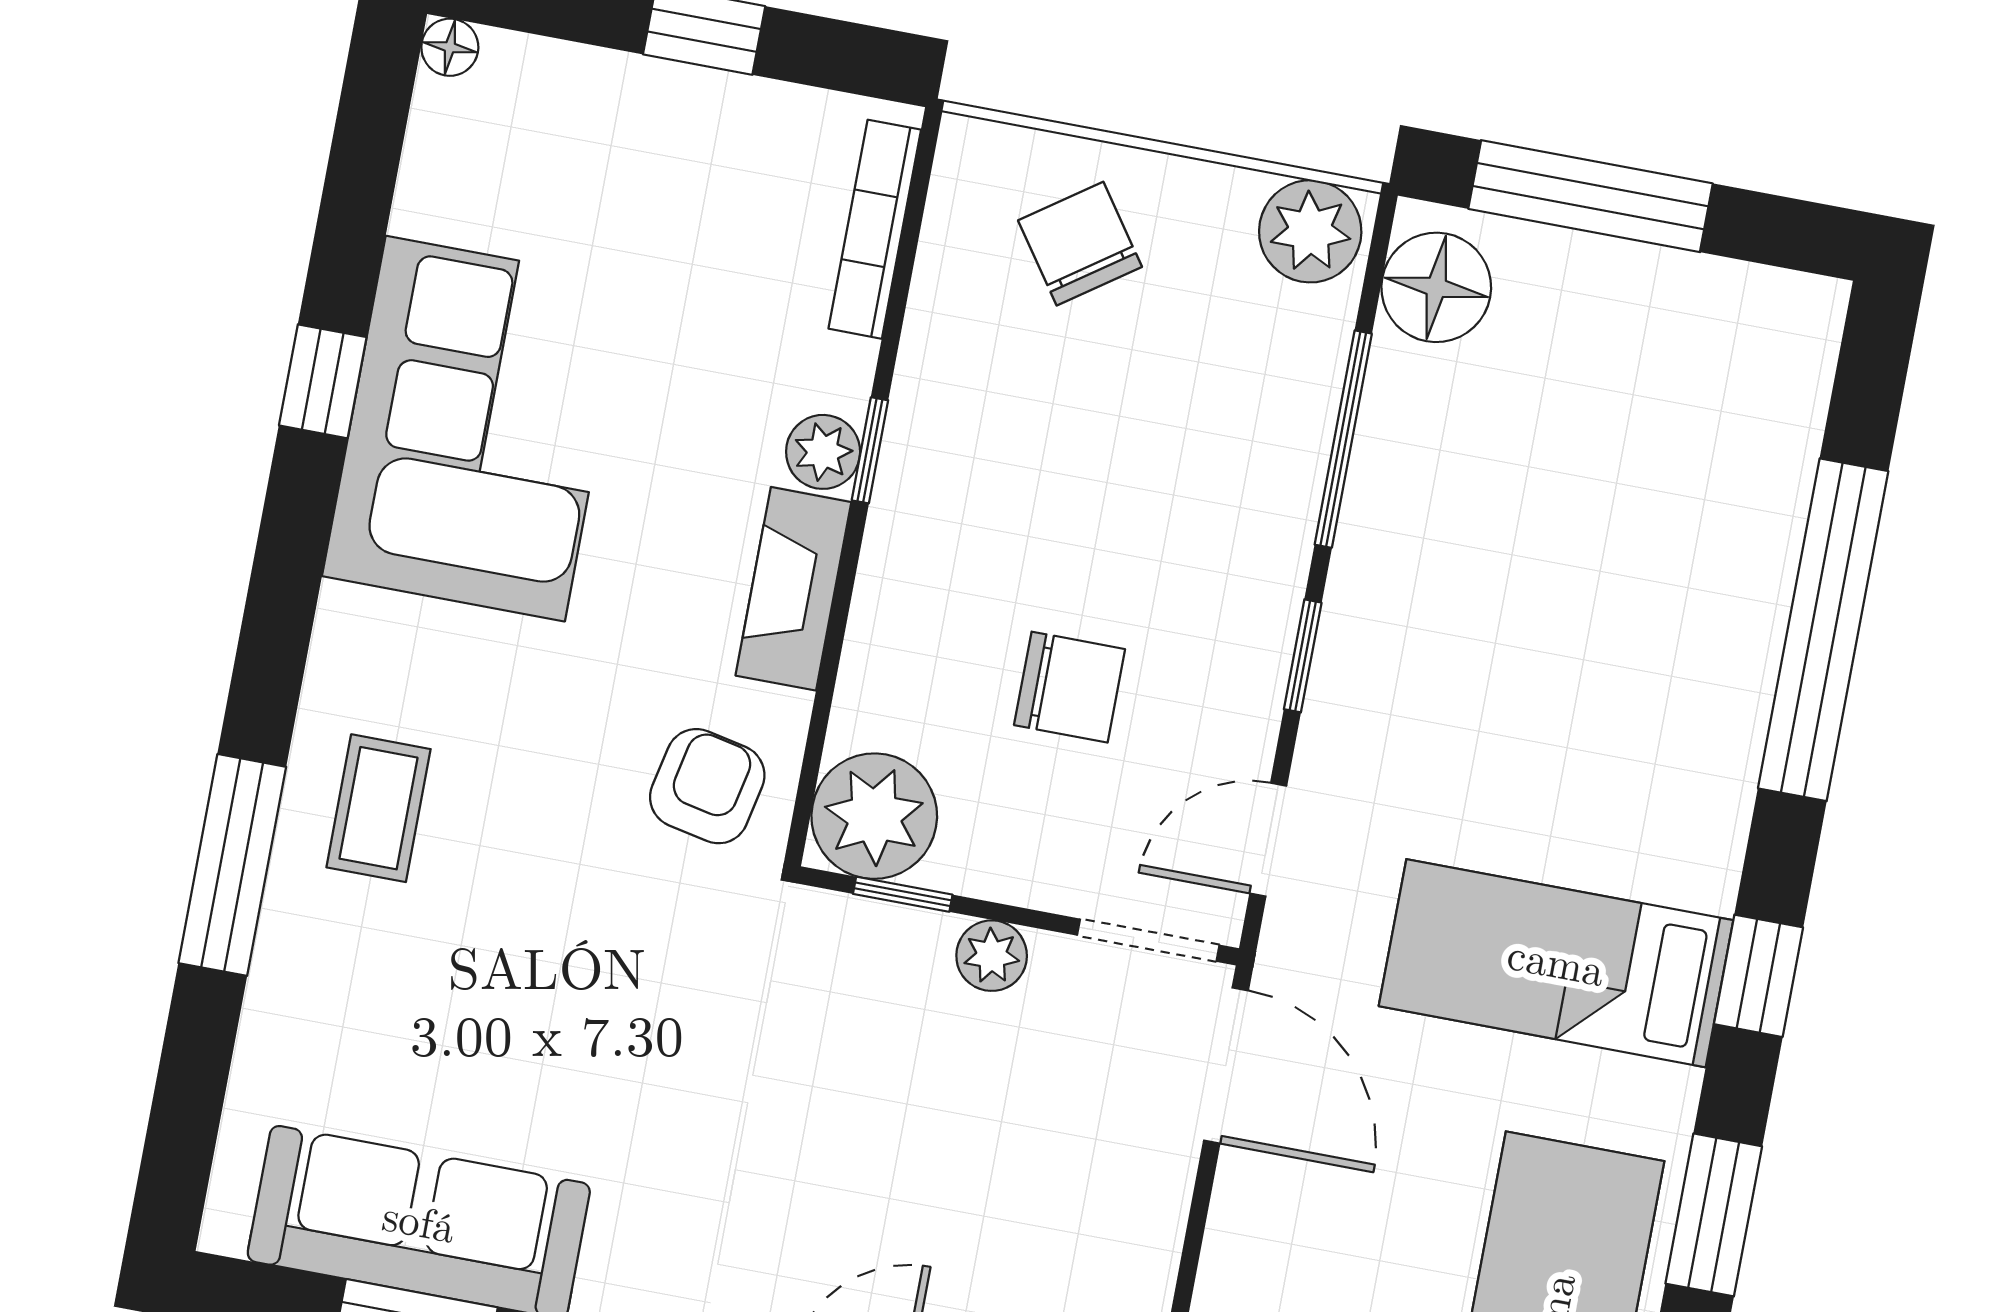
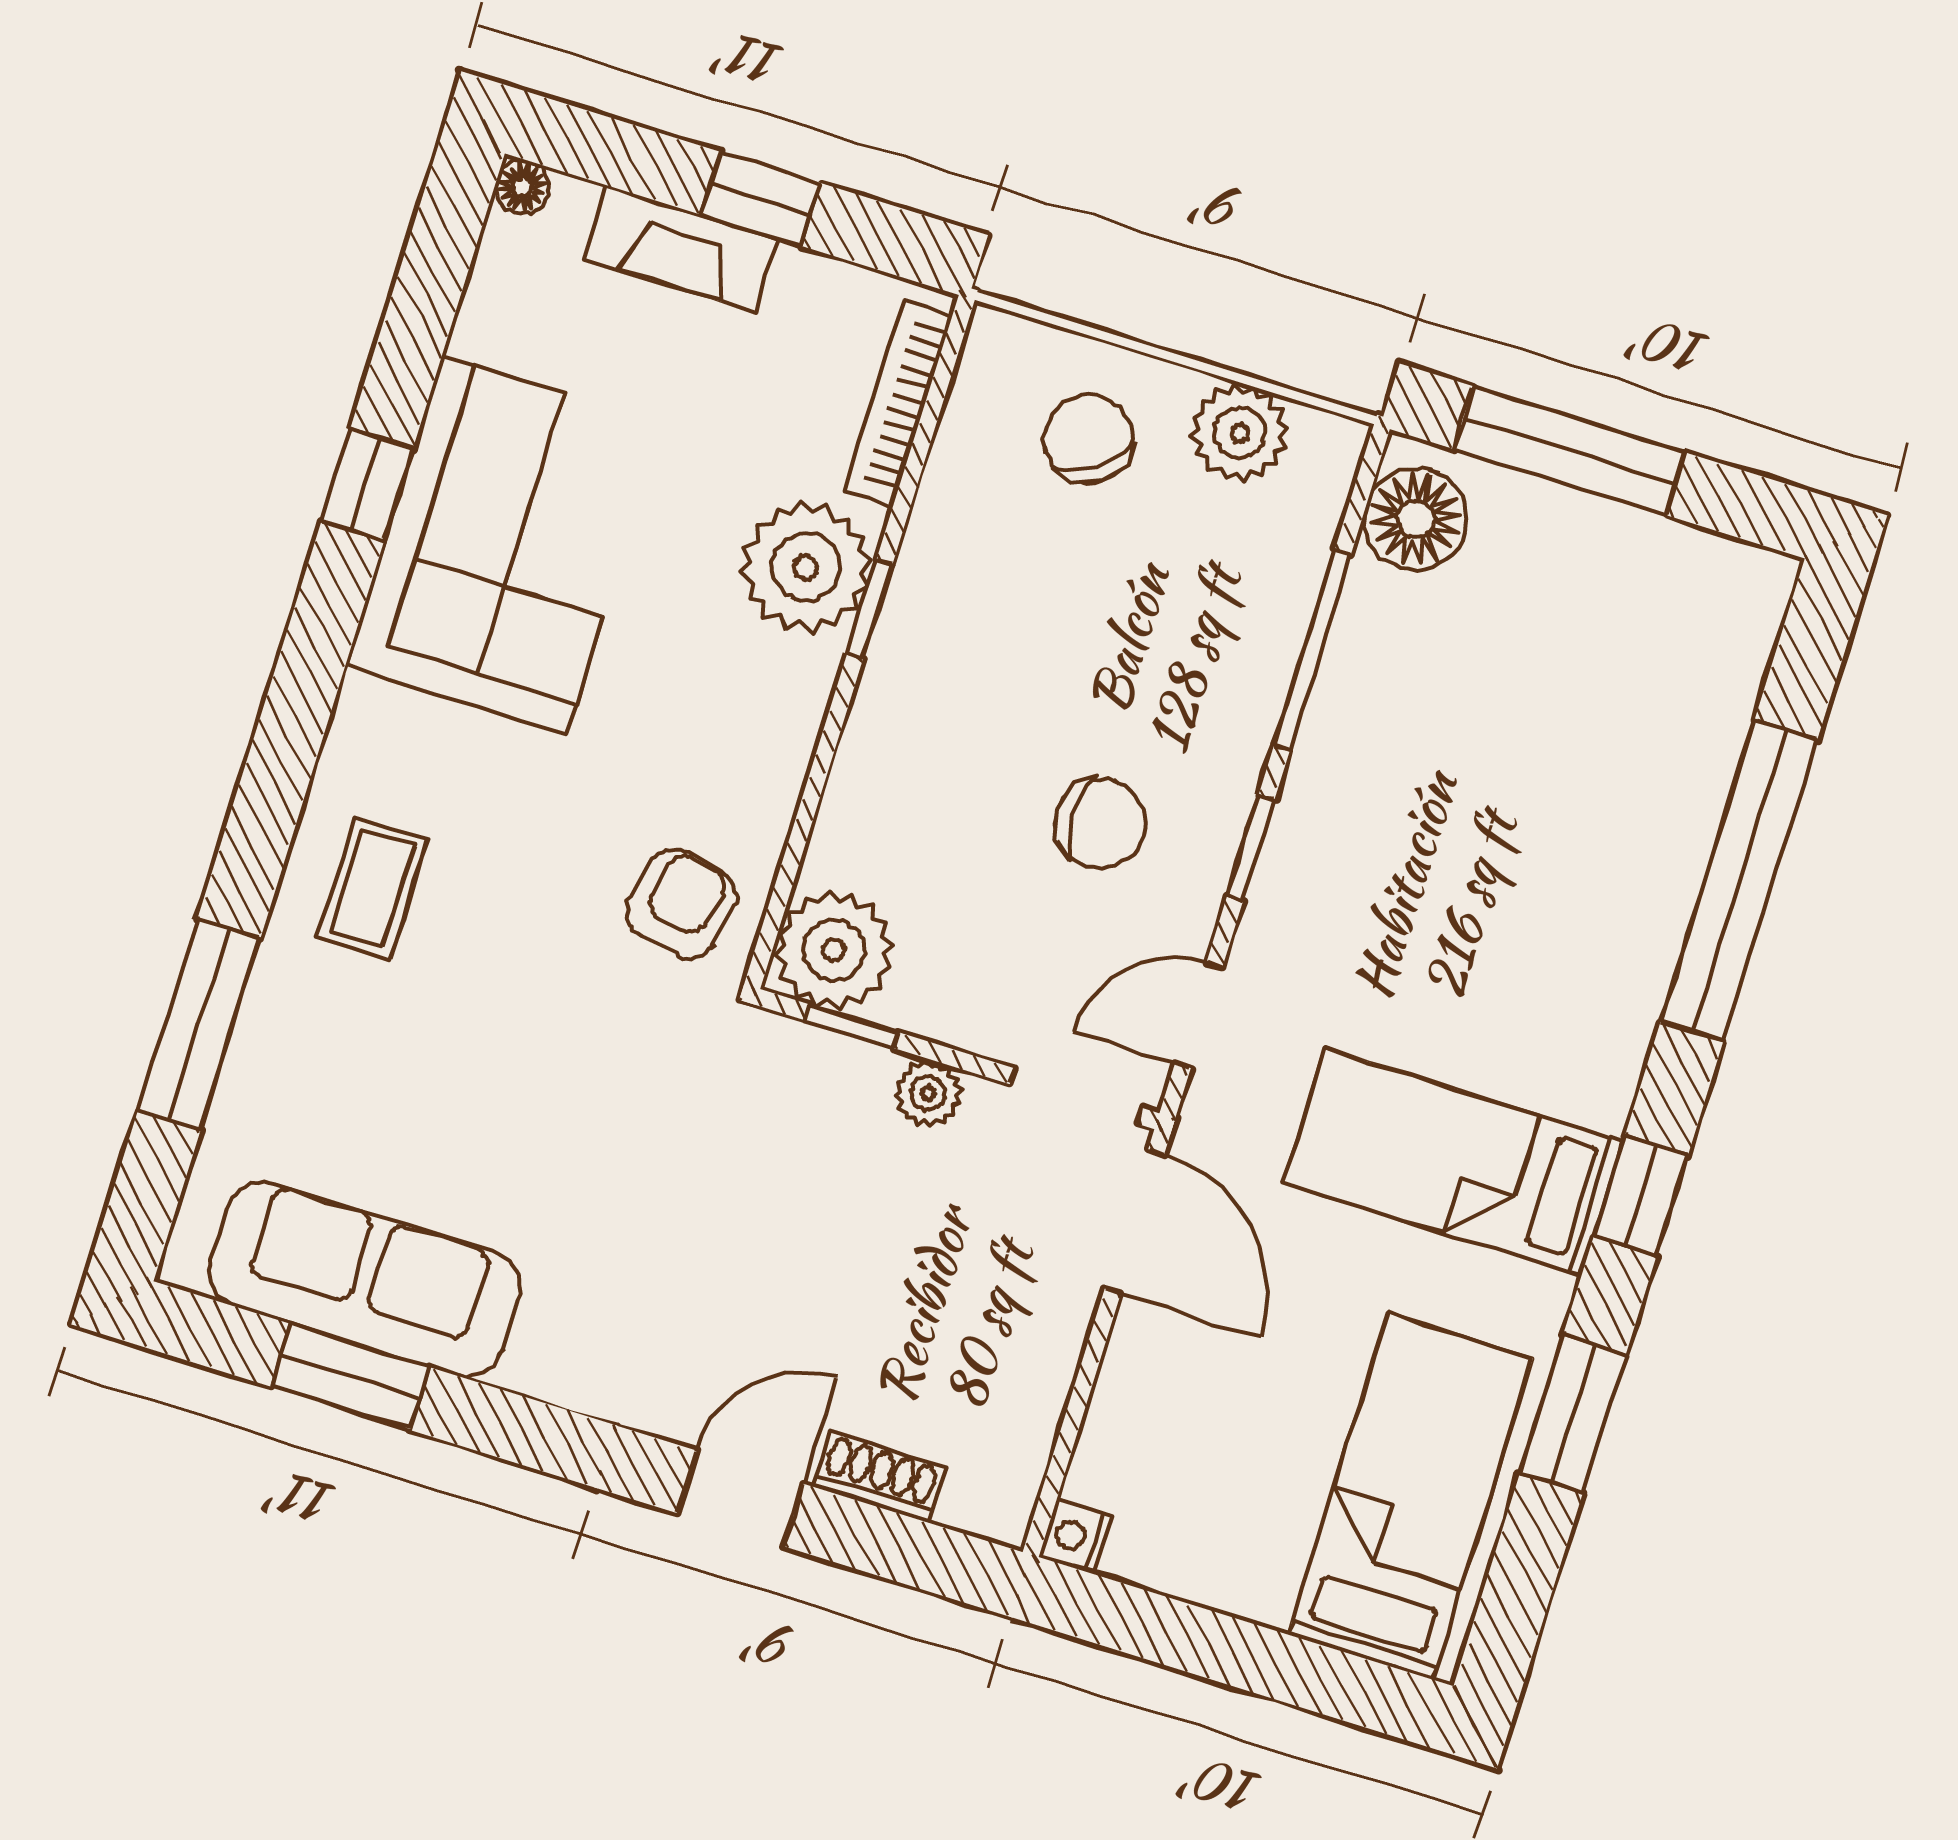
plant: (1310, 231) -> (1240, 433), moved
plant: (823, 452) -> (806, 567), width x1.87, depth x1.87
fireplace: (793, 589) -> (681, 249), moved, turned -90
chair: (1070, 687) -> (1100, 823), moved
window: (232, 865) -> (199, 1024), moved

